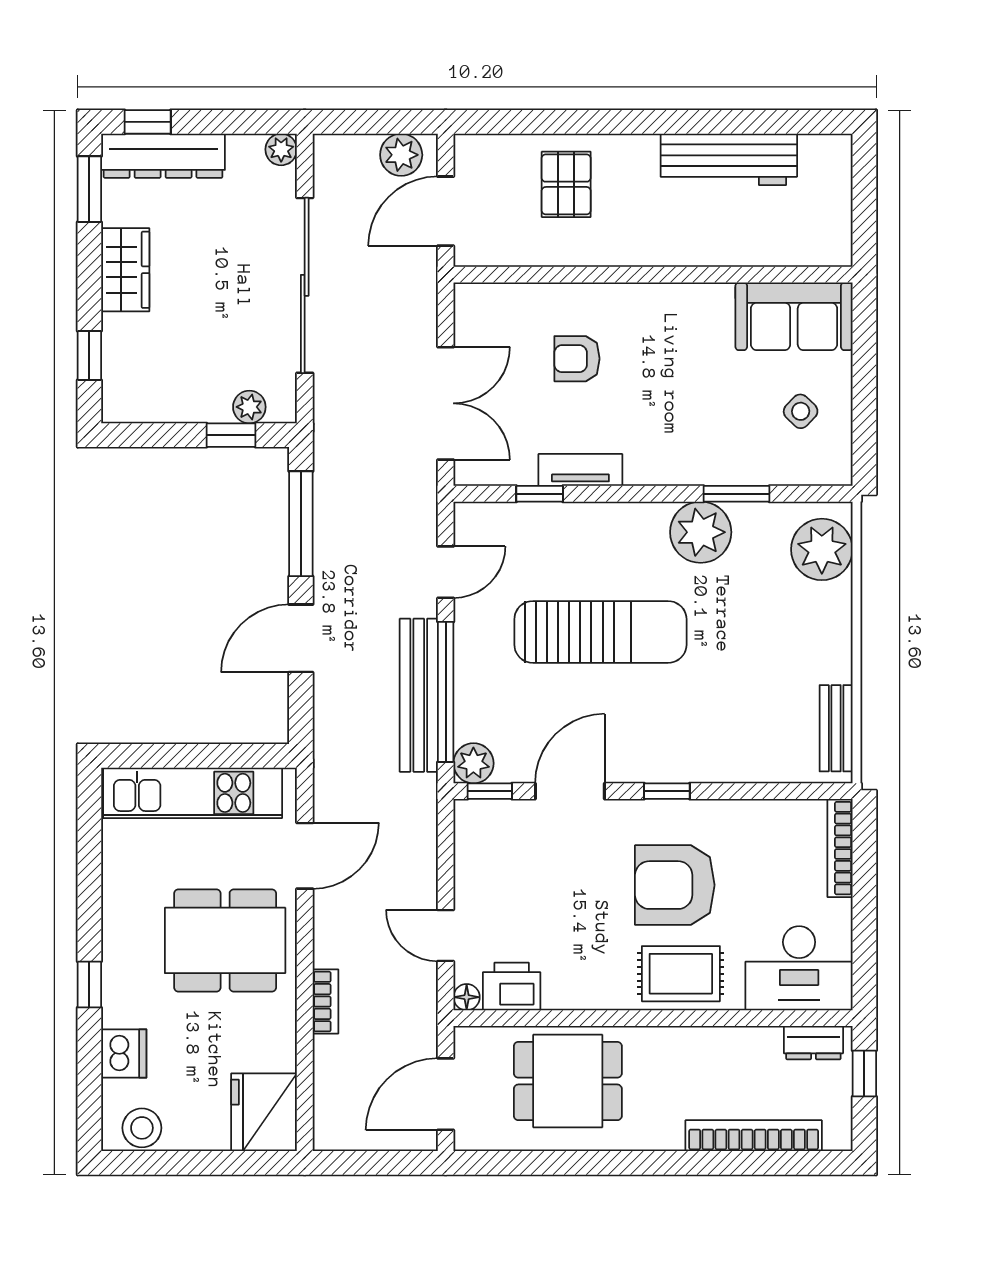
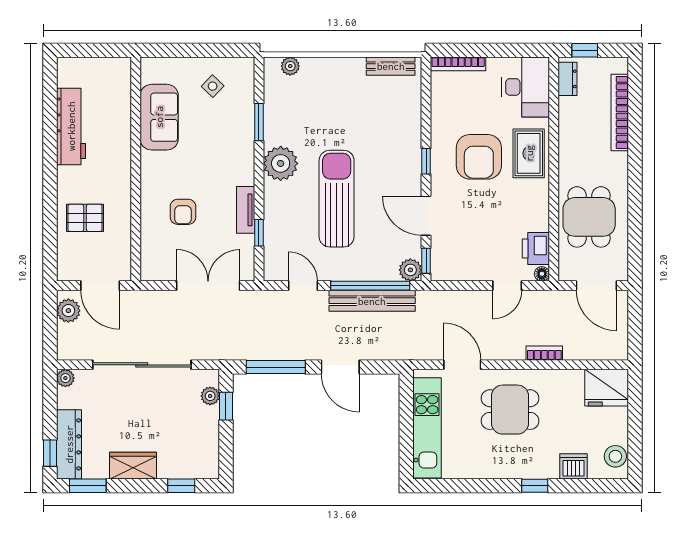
sofa: (794, 316) -> (159, 117), moved
plant: (701, 532) -> (281, 163), moved
plant: (822, 549) -> (290, 66), width x0.53, depth x0.53
dining table: (225, 940) -> (510, 410), width x0.73

